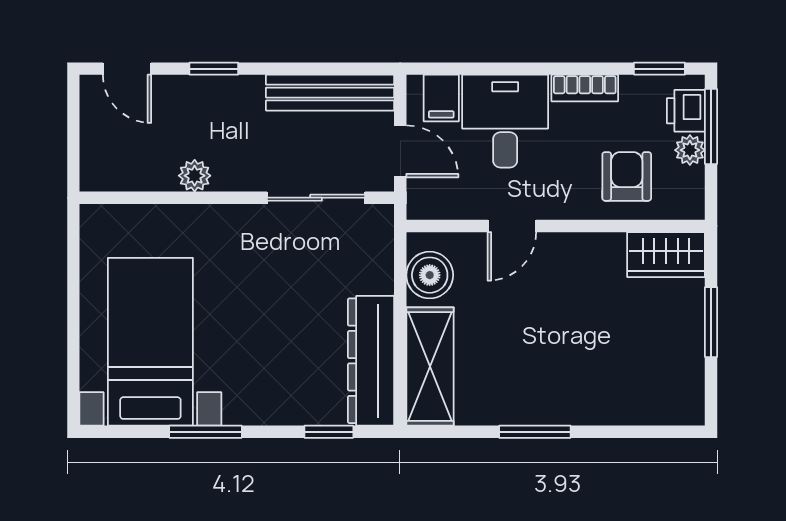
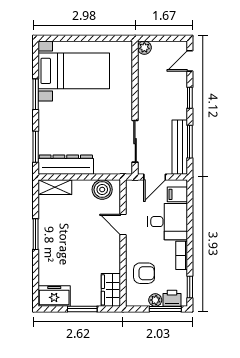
window: (317, 69) -> (190, 142), added
plant: (195, 176) -> (144, 48), moved
shelving: (430, 366) -> (55, 187), width x0.67, depth x0.75
freezer: (680, 388) -> (54, 296), added
window: (329, 432) -> (36, 147), width x1.50

